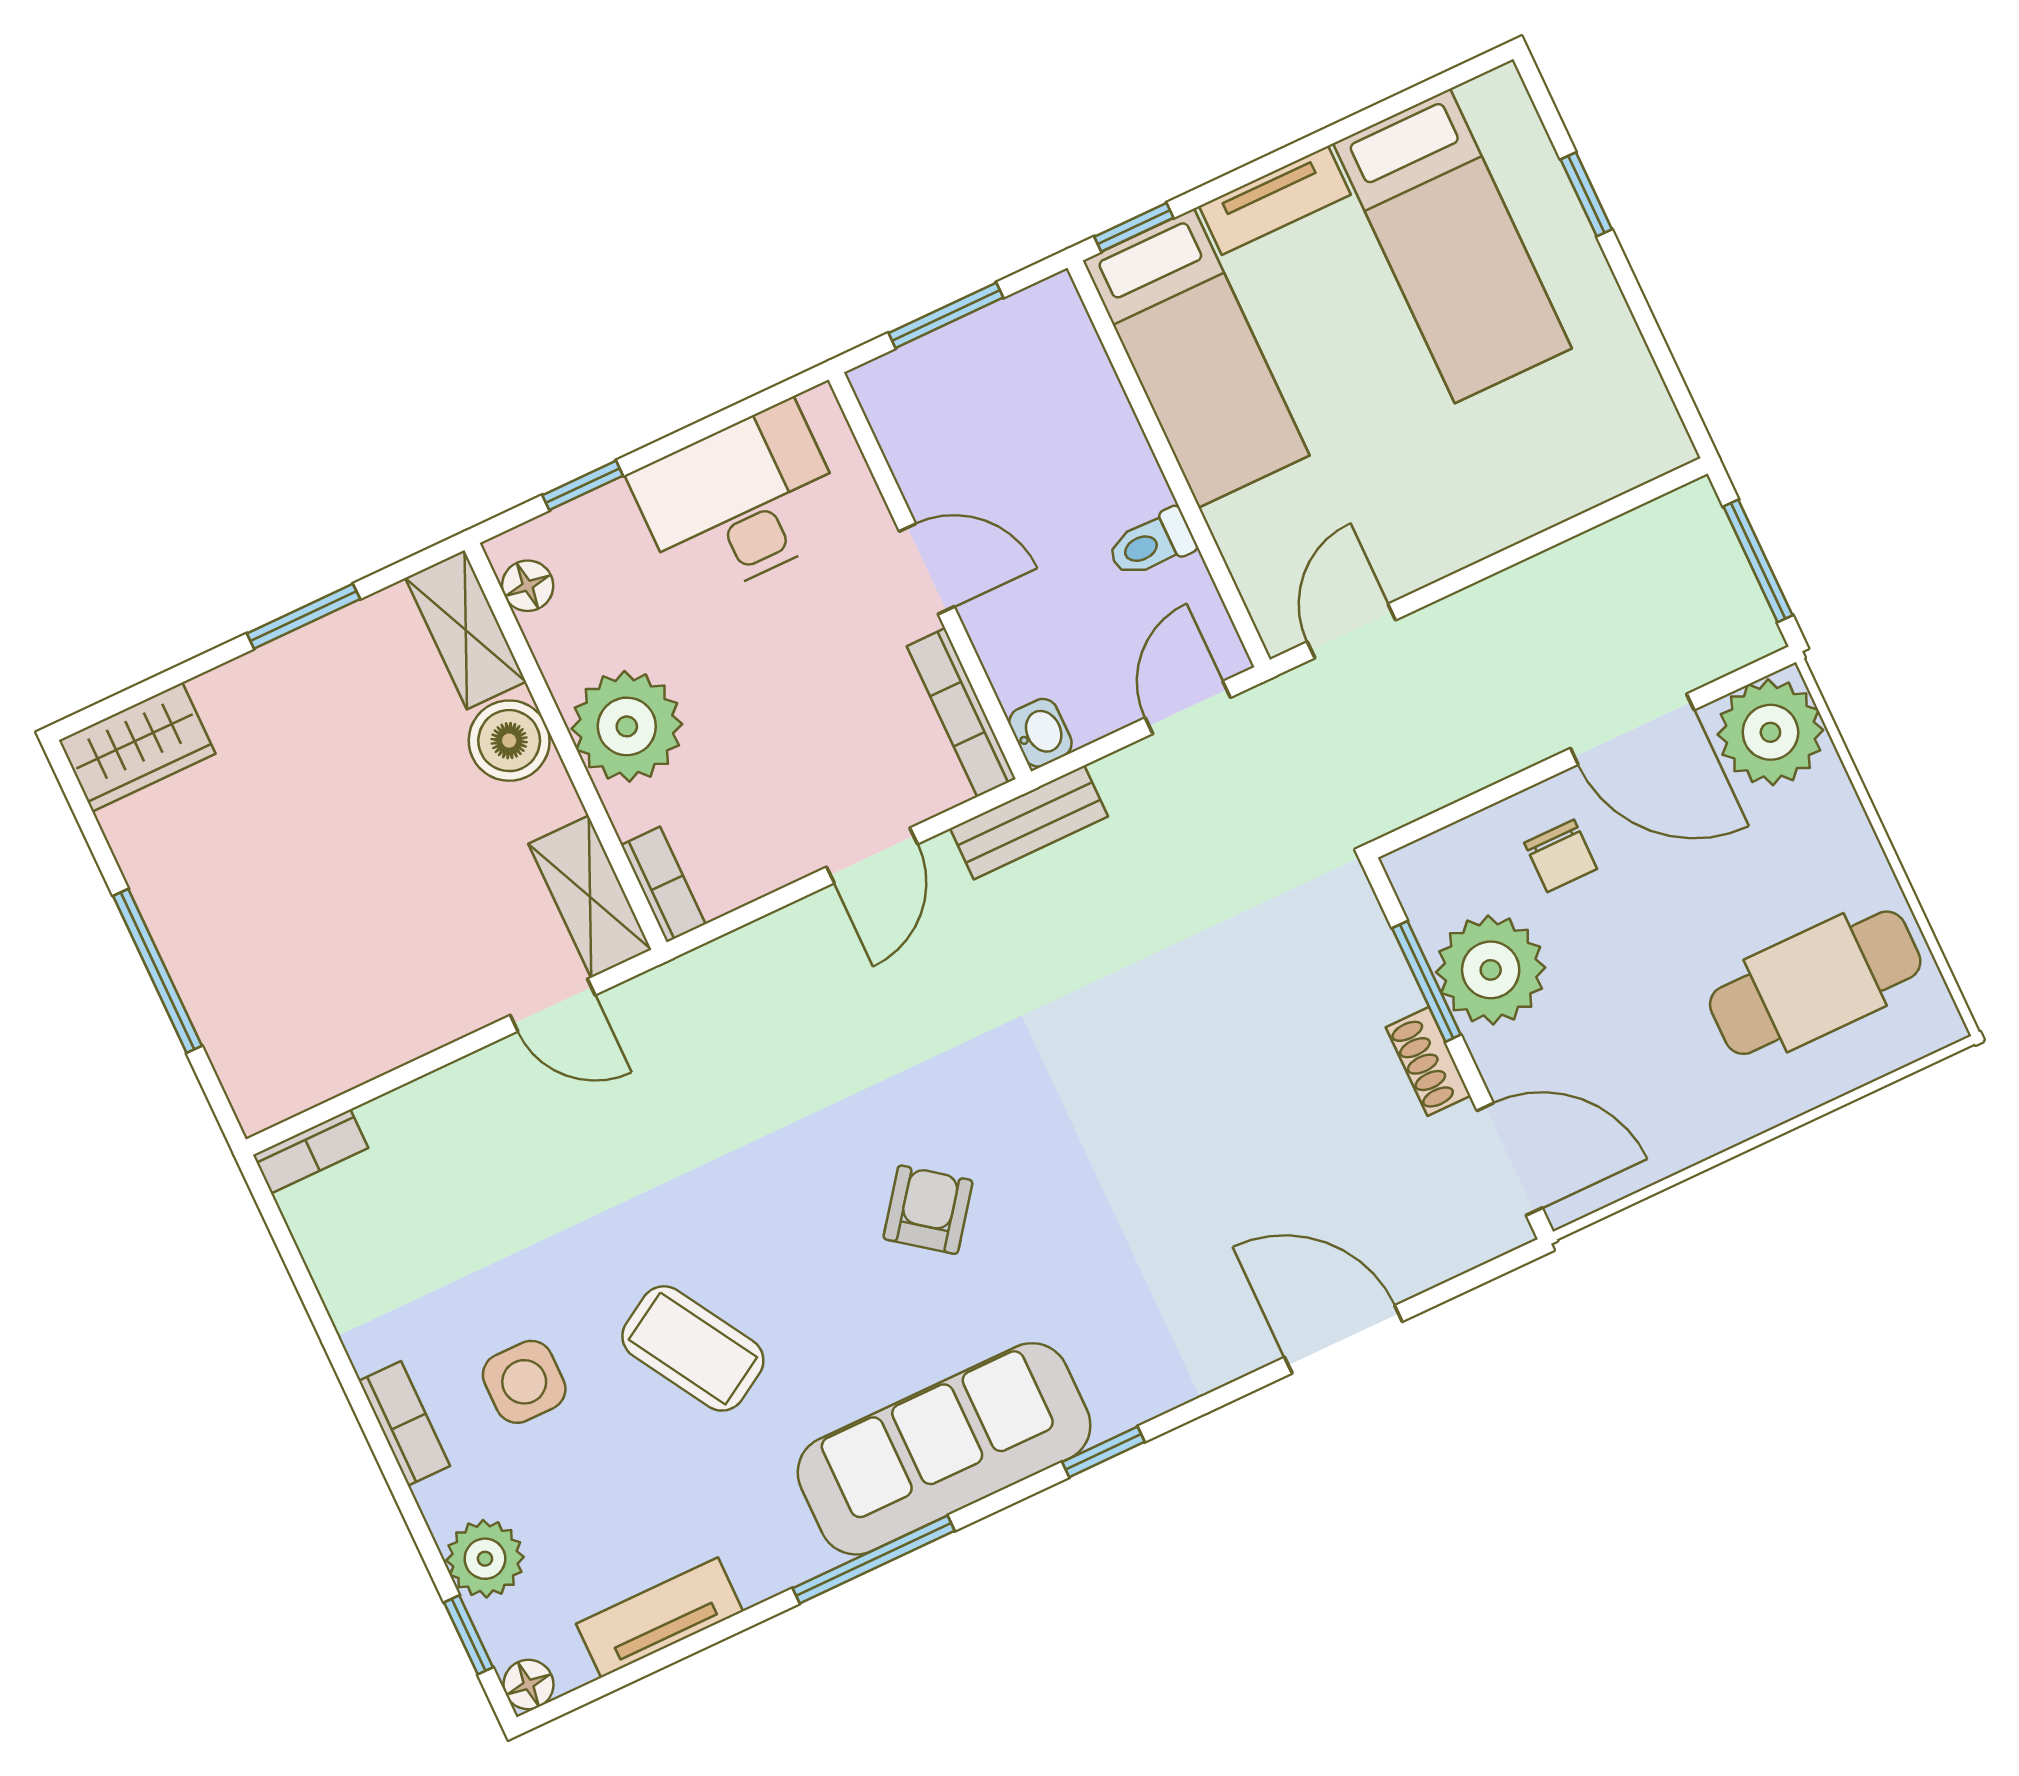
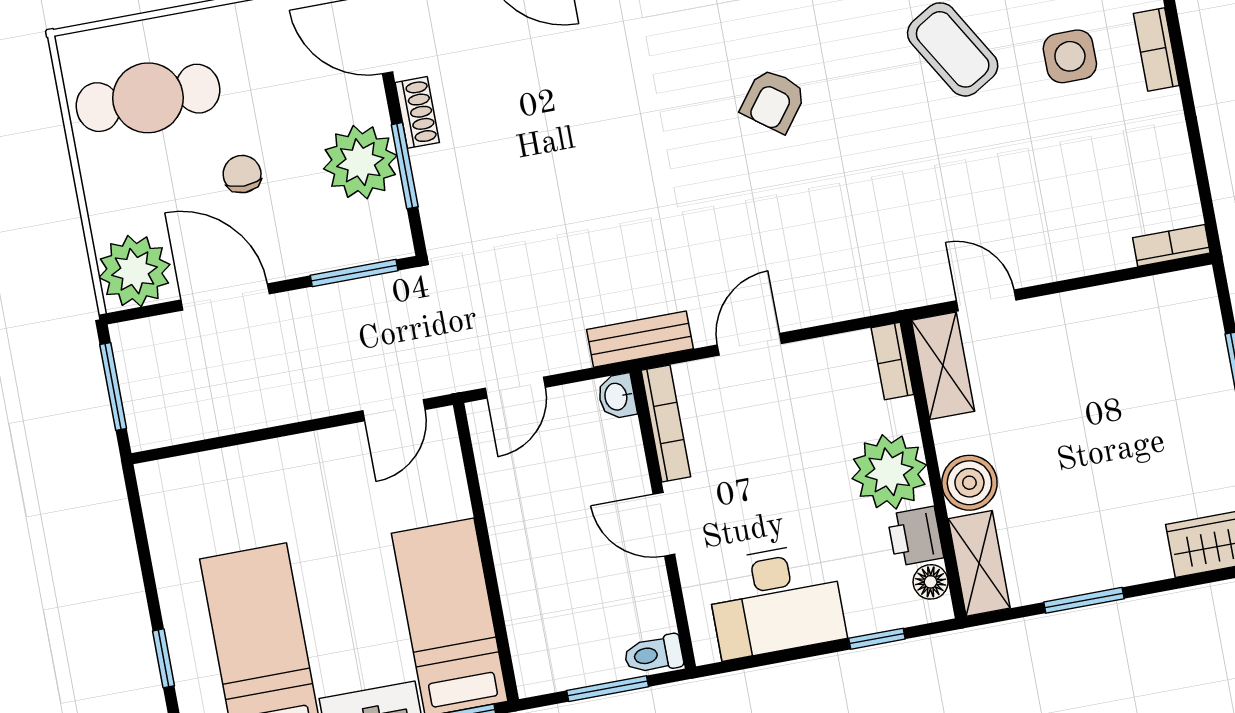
toilet: (1151, 544) -> (654, 654), moved, turned 180
printer: (566, 645) -> (915, 536), added
window: (1458, 811) -> (354, 273), added
chair: (1561, 856) -> (242, 174), moved

